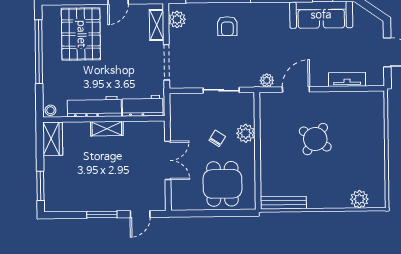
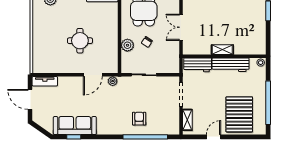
plant: (177, 19) -> (173, 124), removed
tv unit: (347, 79) -> (45, 81), moved
wardrobe: (53, 139) -> (259, 43), removed
round table: (315, 139) -> (80, 41), turned -35

